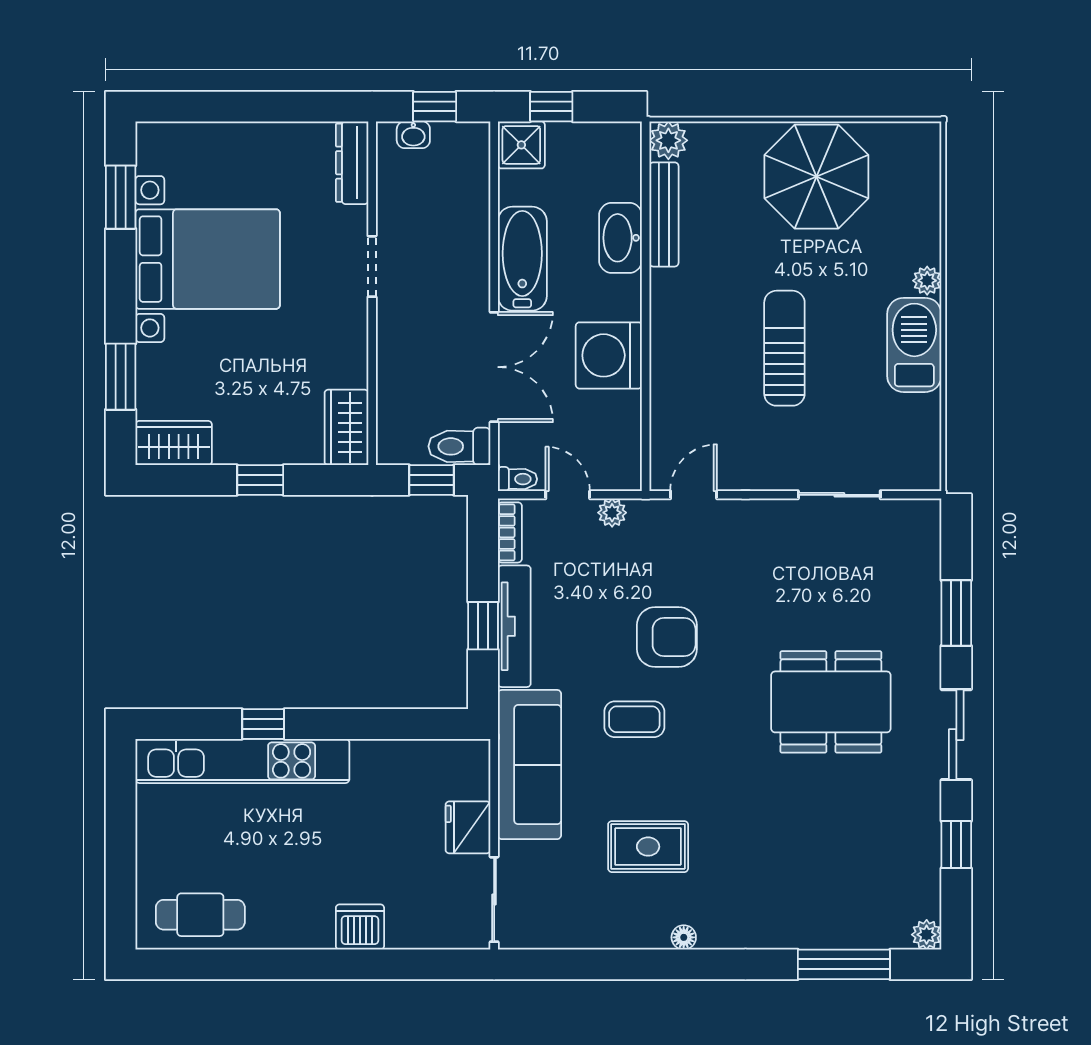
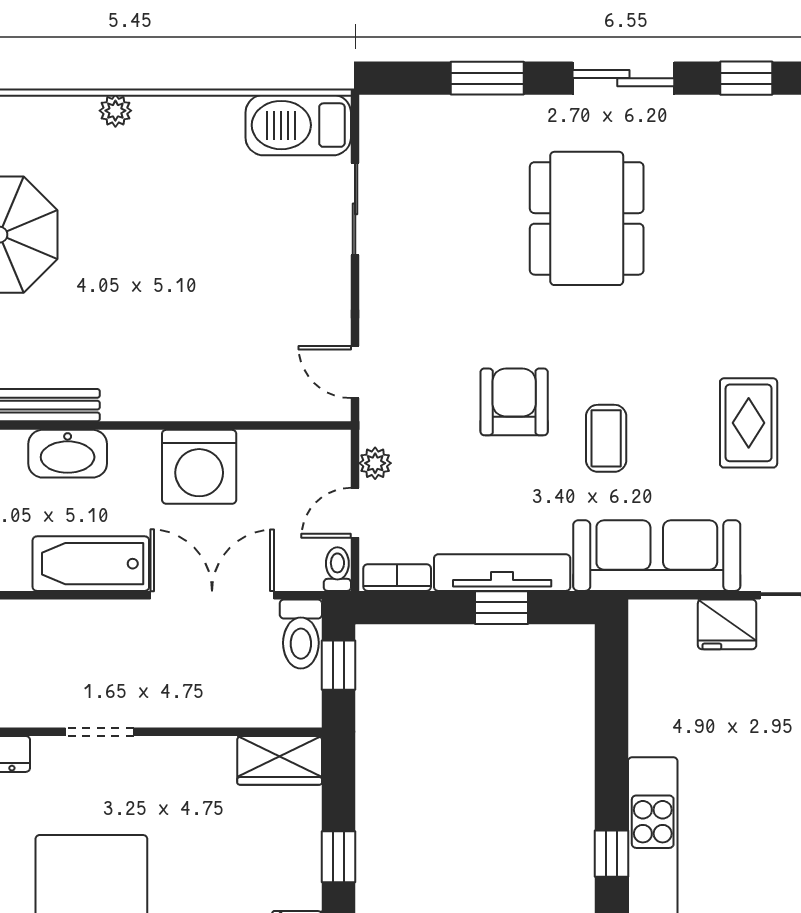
barbecue: (914, 345) -> (298, 125), moved
sun lounger: (784, 348) -> (191, 270), removed

